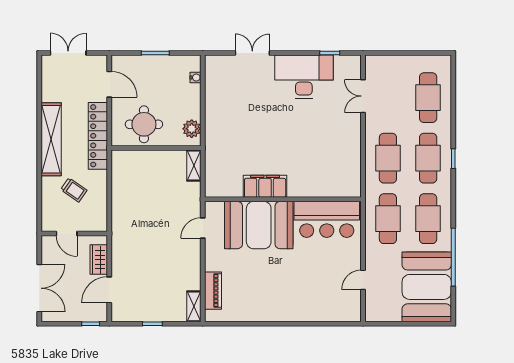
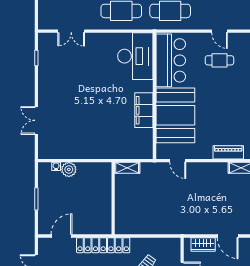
desk: (304, 77) -> (135, 56), moved, turned 180
round table: (144, 124) -> (94, 208), removed
plant: (192, 129) -> (69, 169), moved
cafe table: (327, 280) -> (219, 60), added

